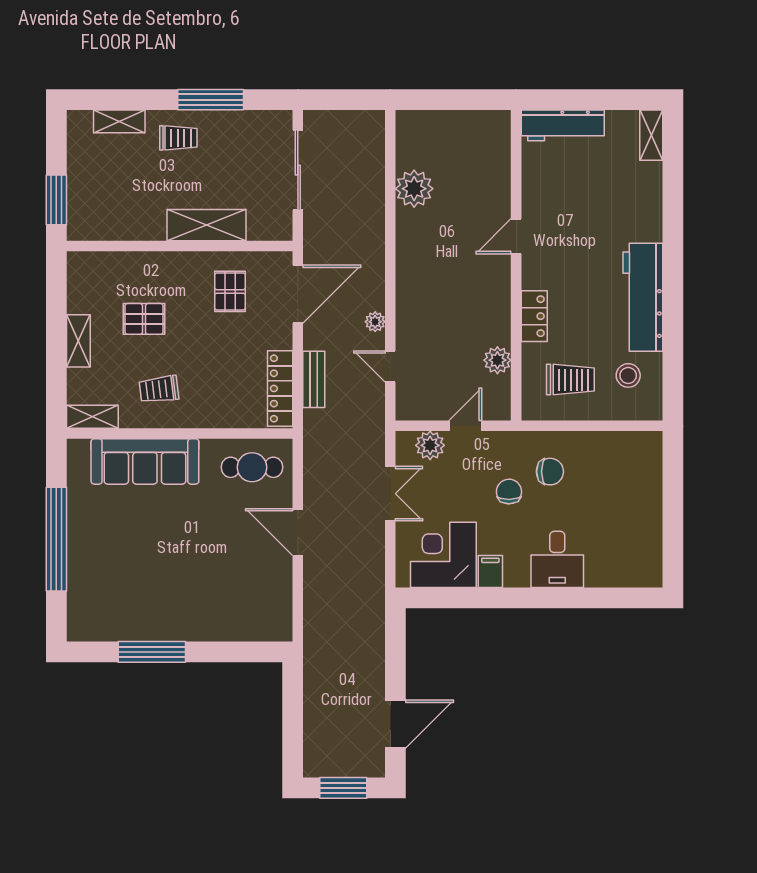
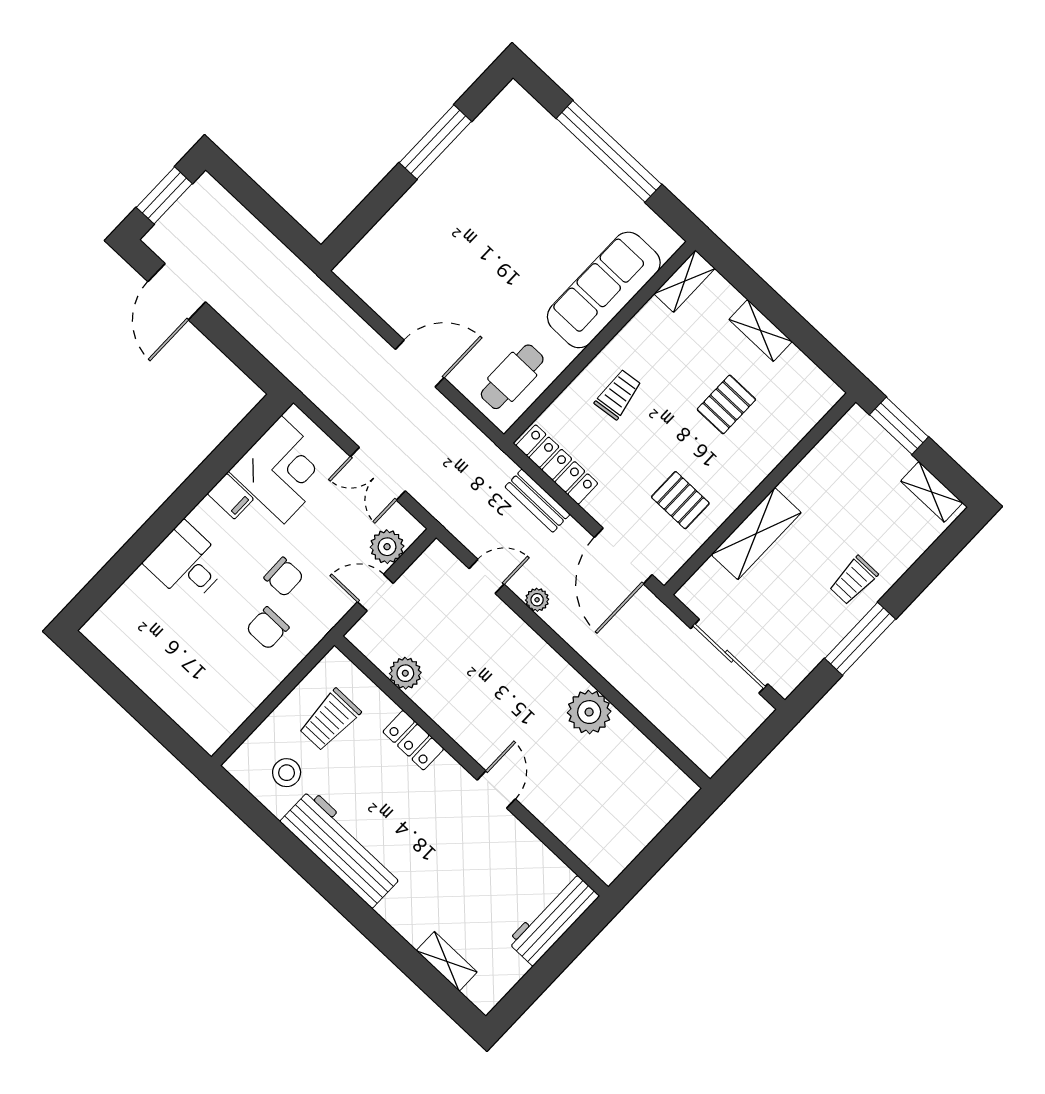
shelving: (119, 121) -> (932, 492), moved, turned 90
shelving: (651, 135) -> (447, 961), moved
plant: (414, 189) -> (589, 712), moved
trolley: (159, 389) -> (618, 394), moved
door: (465, 426) -> (375, 593), swing flipped

